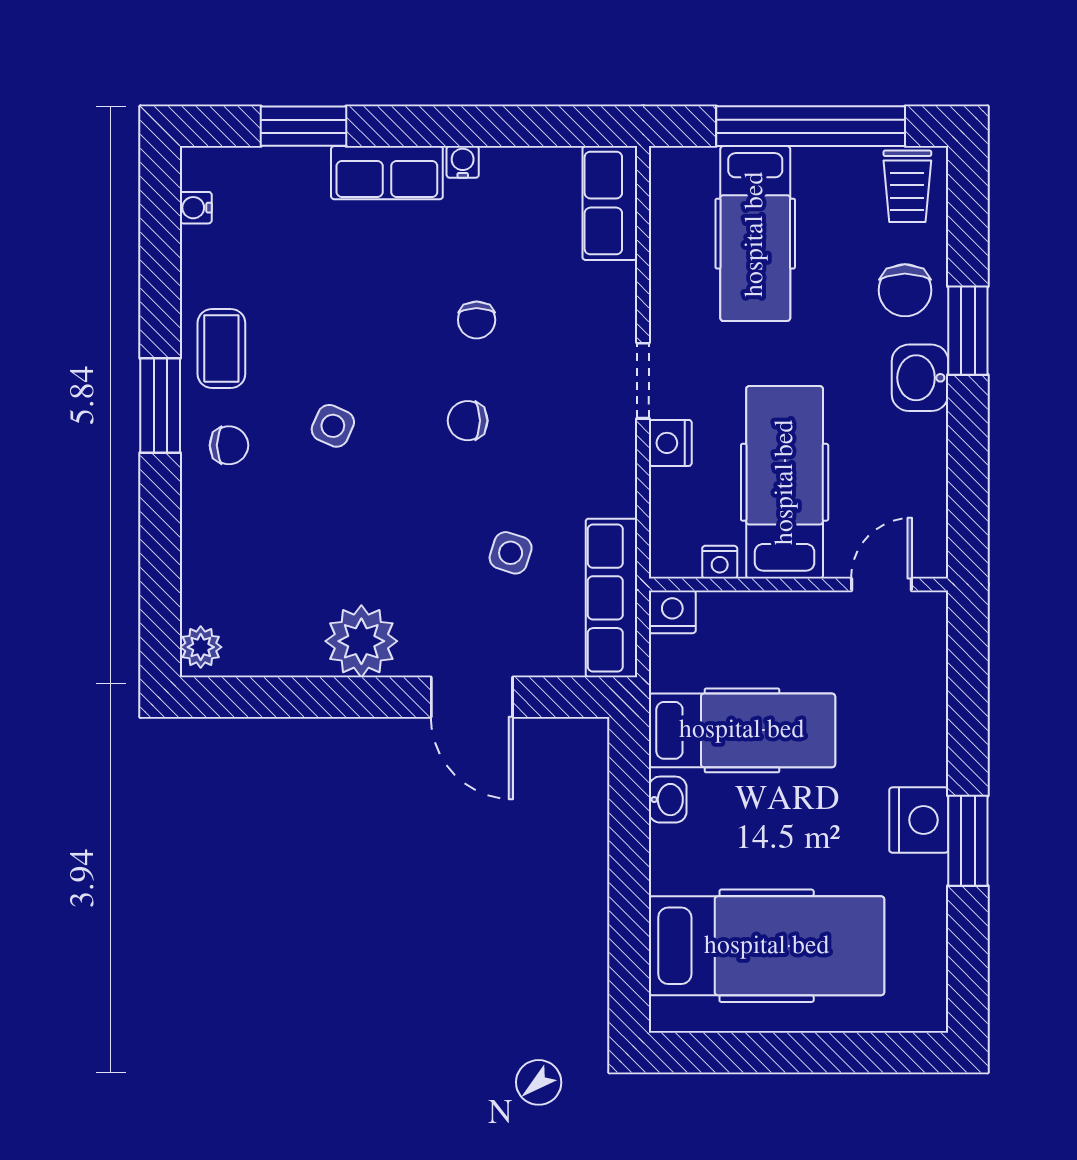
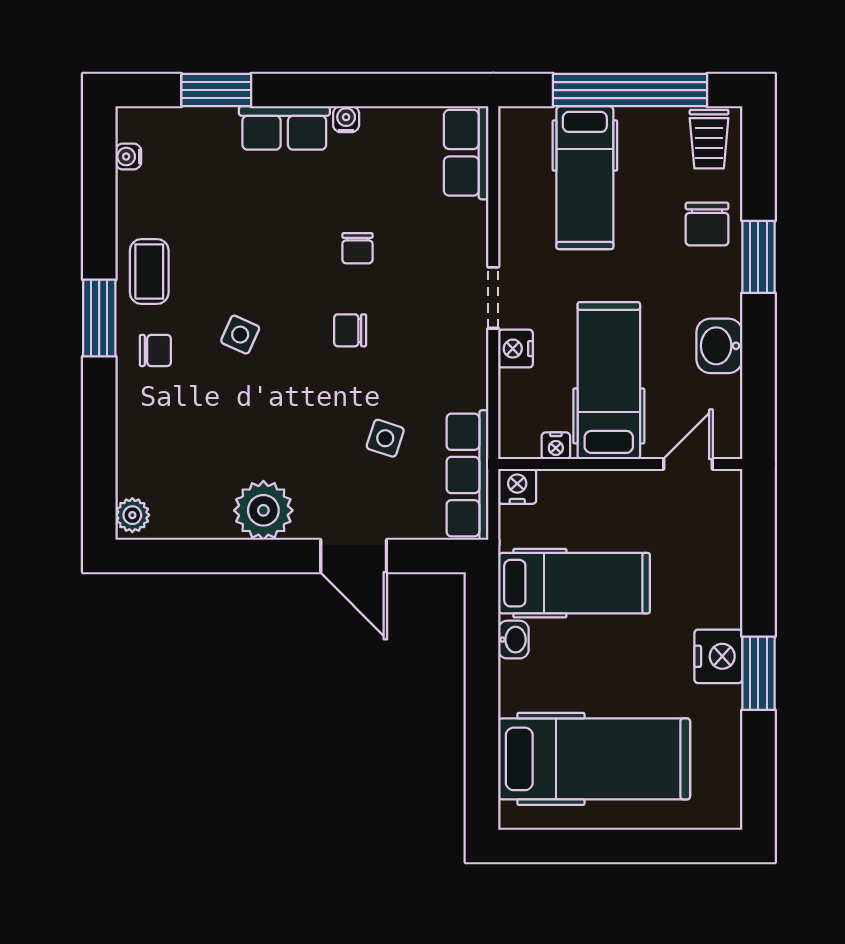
washbasin: (920, 378) -> (719, 346), moved

